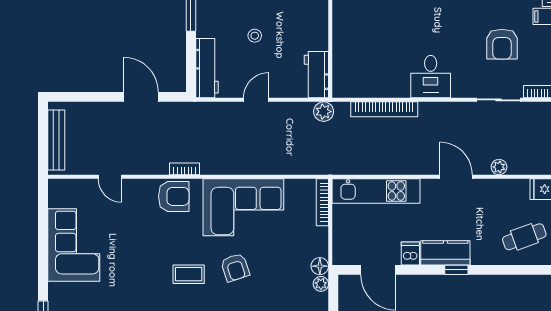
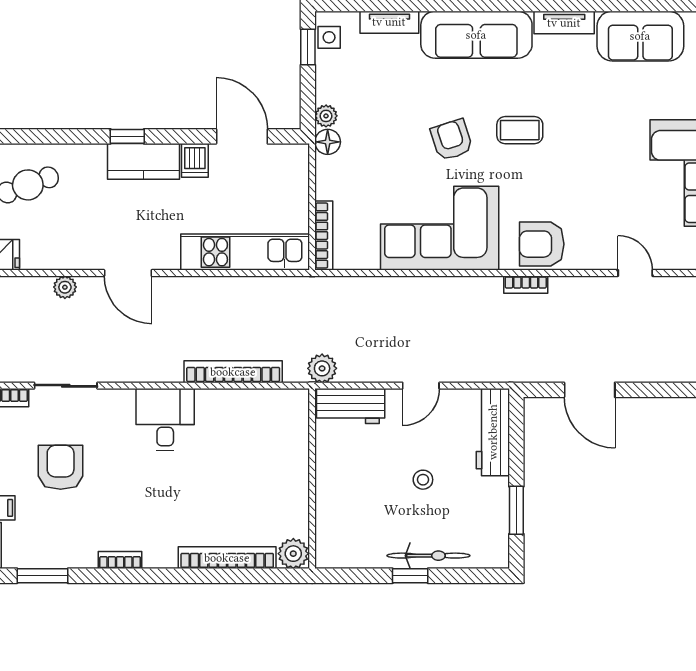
workbench: (316, 75) -> (351, 406), moved, turned 90

